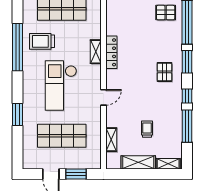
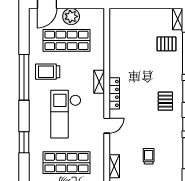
locker: (111, 52) -> (114, 93), moved

